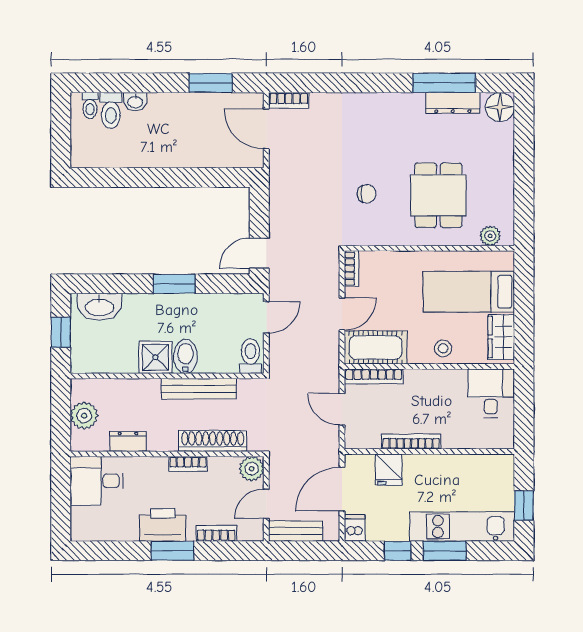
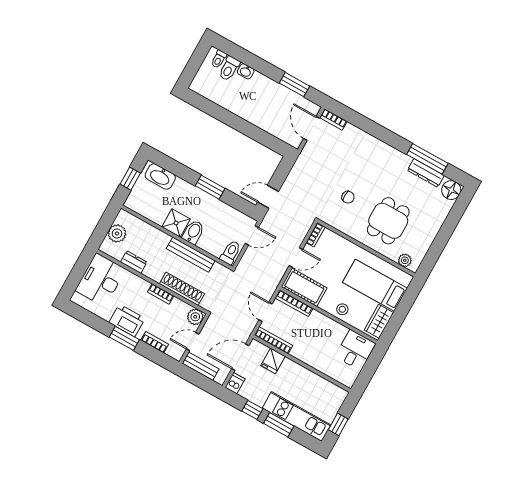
bookcase: (411, 442) -> (273, 340), moved
desk: (97, 481) -> (101, 280), width x1.37

